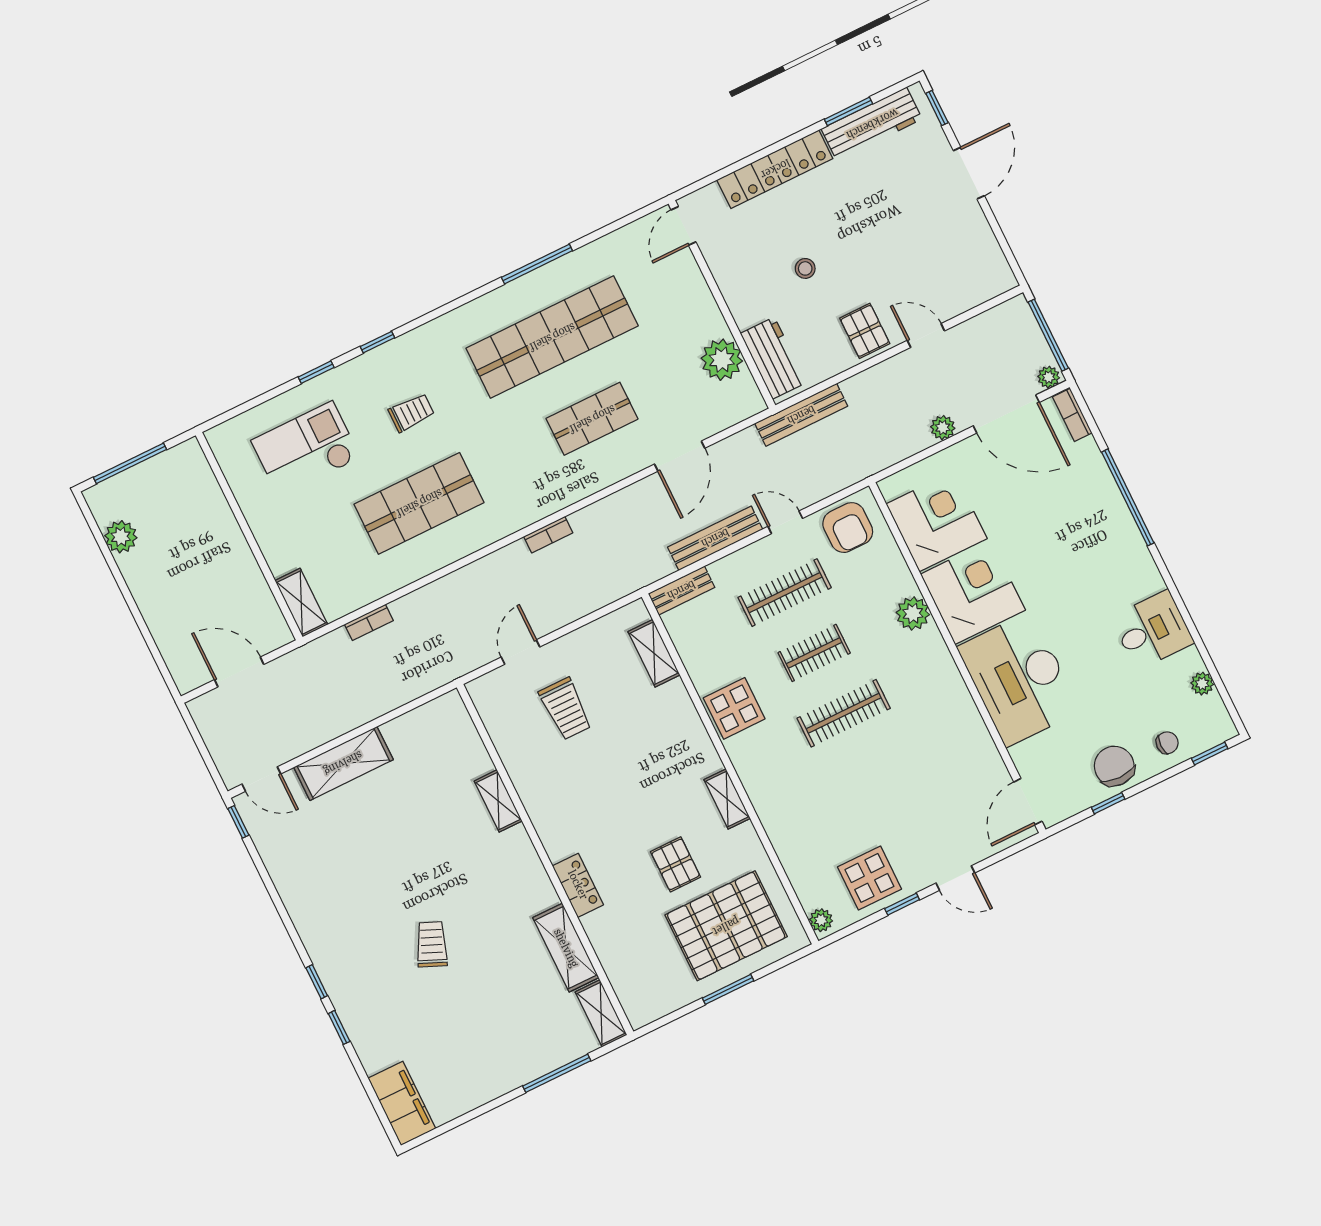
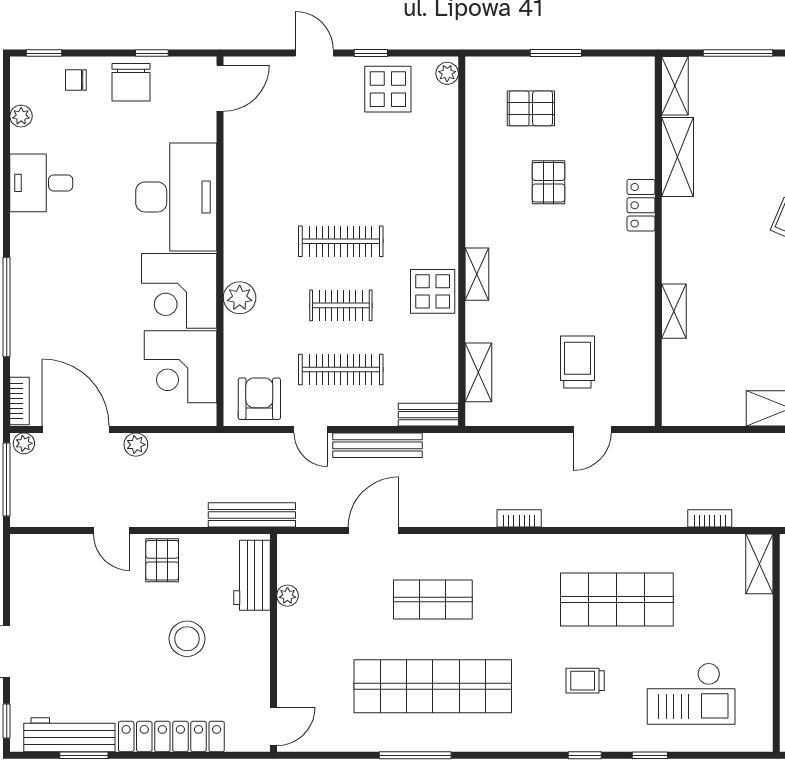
stool: (805, 268) -> (187, 639), width x1.89, depth x1.89
plant: (722, 360) -> (287, 596), width x0.53, depth x0.53
shelving: (727, 799) -> (477, 274), moved
pallet: (726, 926) -> (531, 108), width x0.49, depth x0.50

